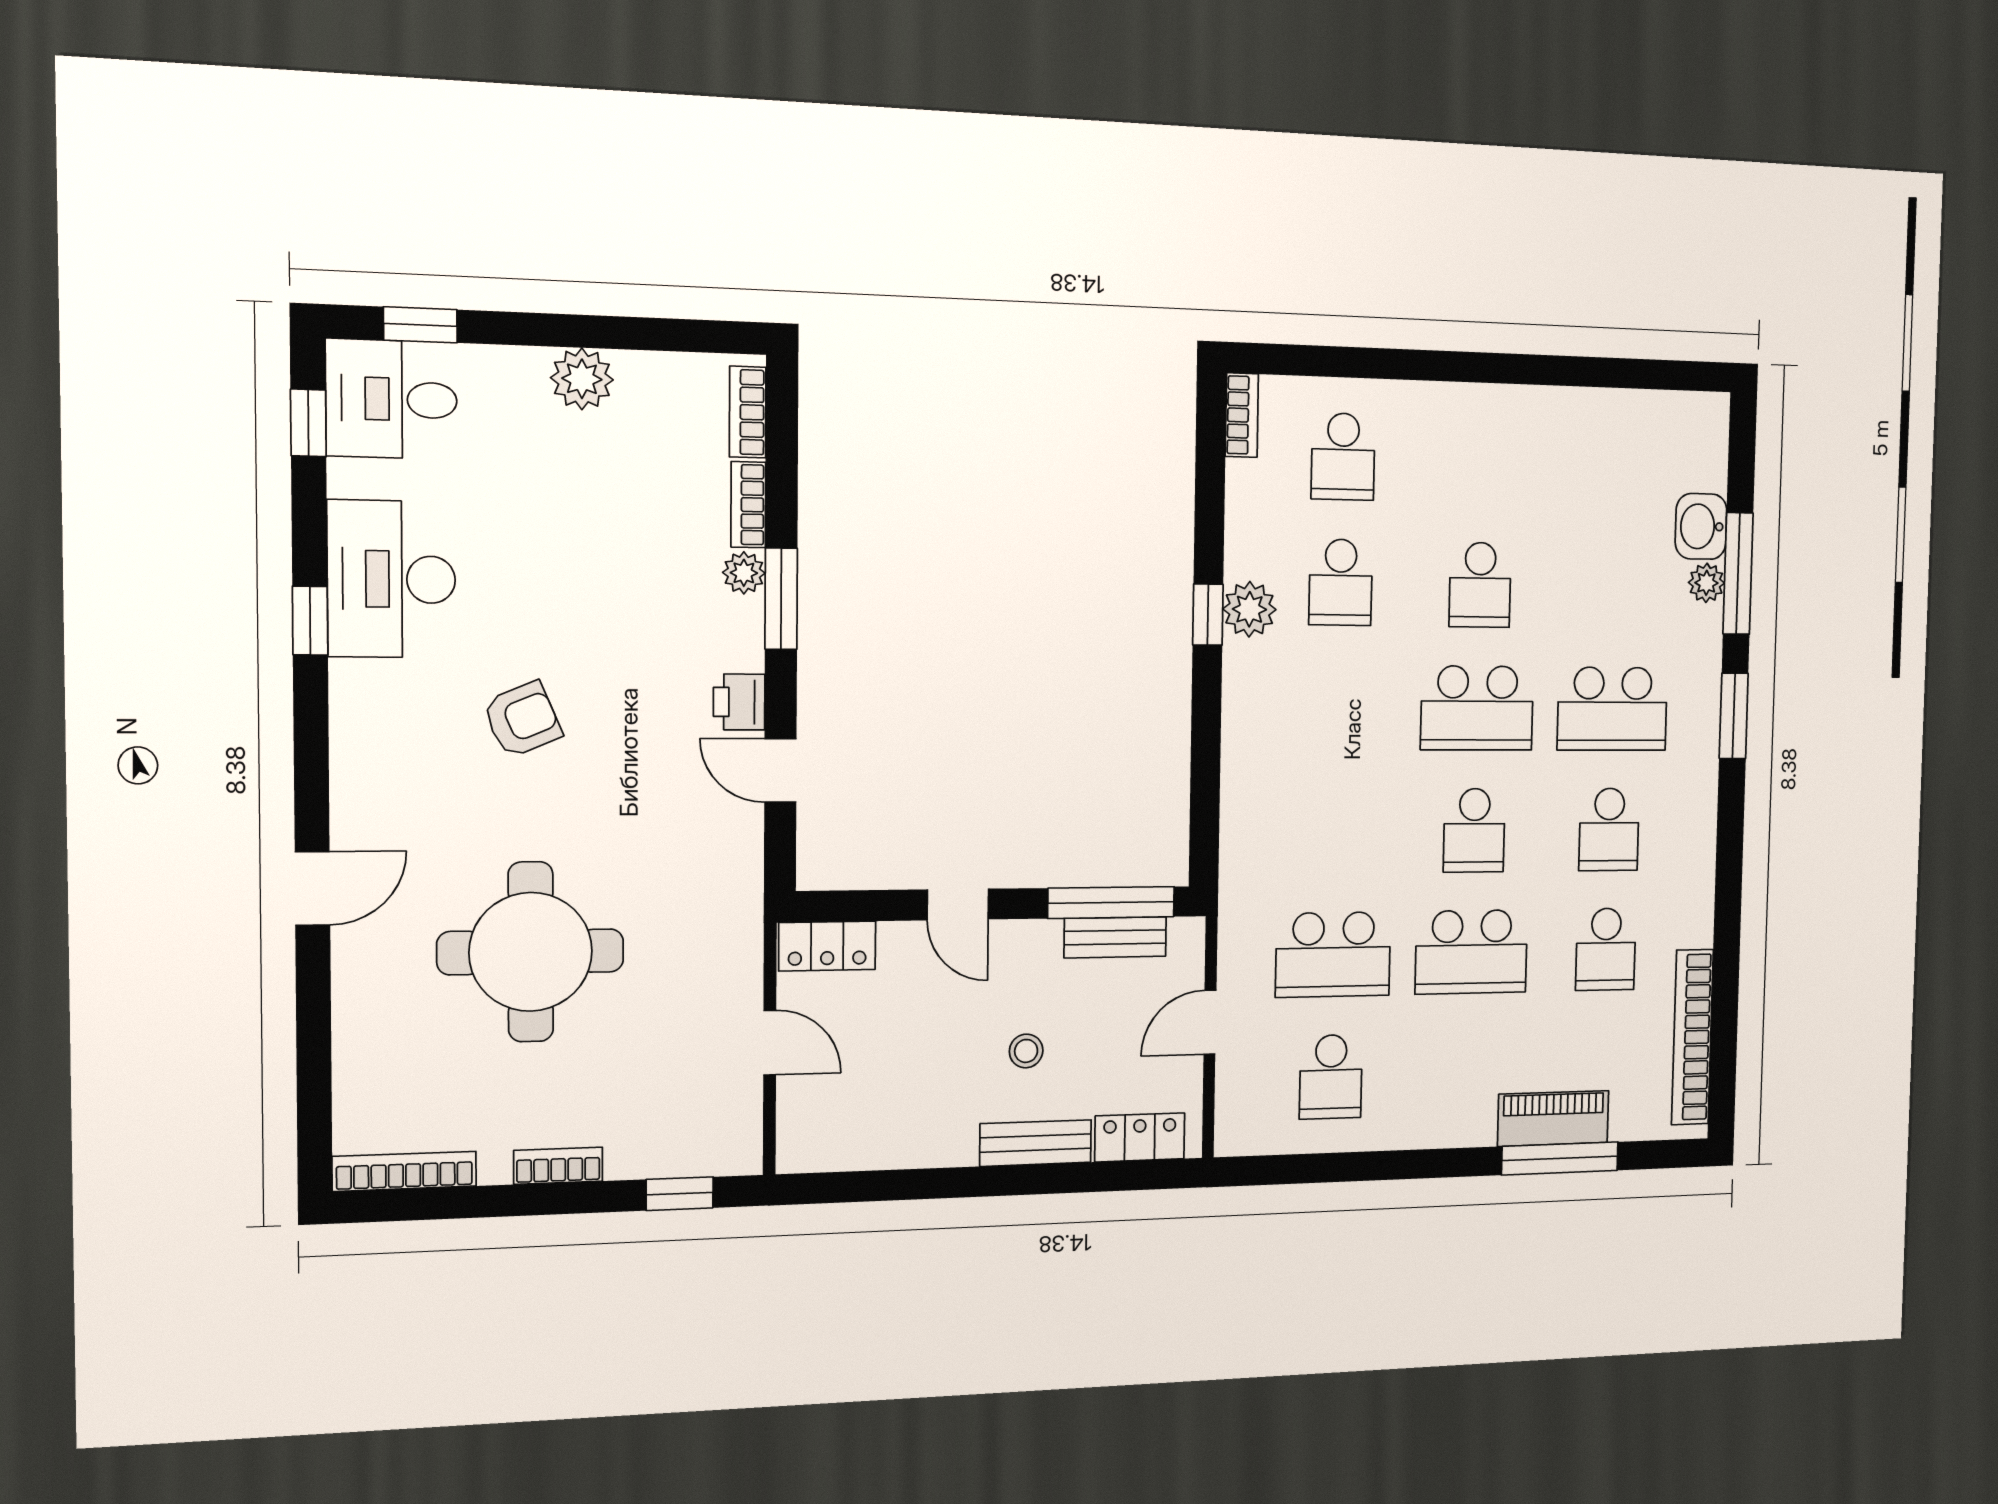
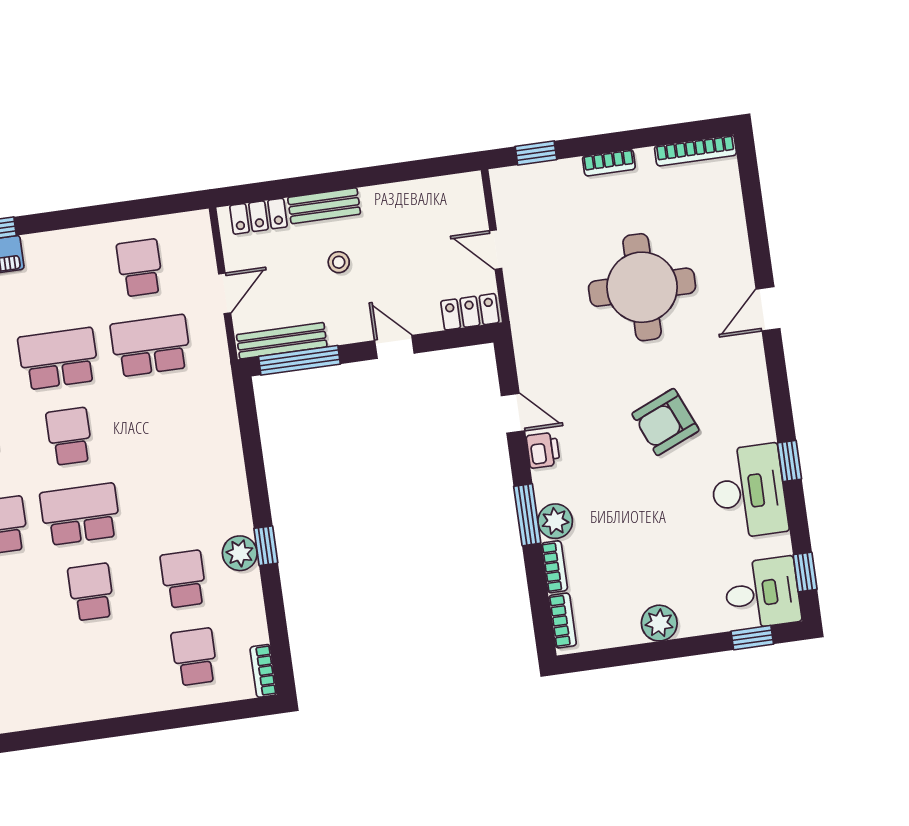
plant: (744, 573) -> (555, 521), width x1.38, depth x1.38
armchair: (522, 719) -> (665, 422), width x1.38, depth x1.38
bench: (1115, 937) -> (282, 341), width x1.36

